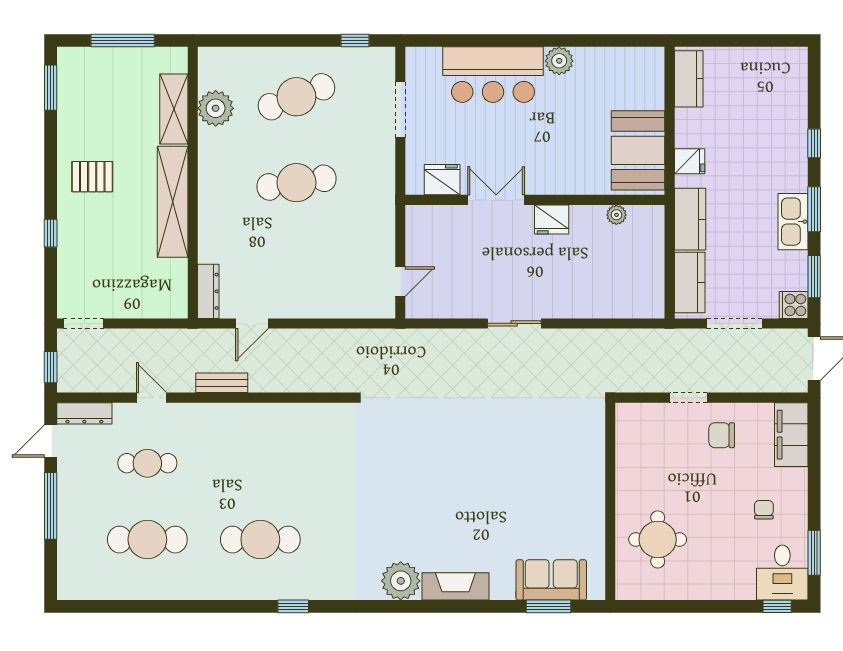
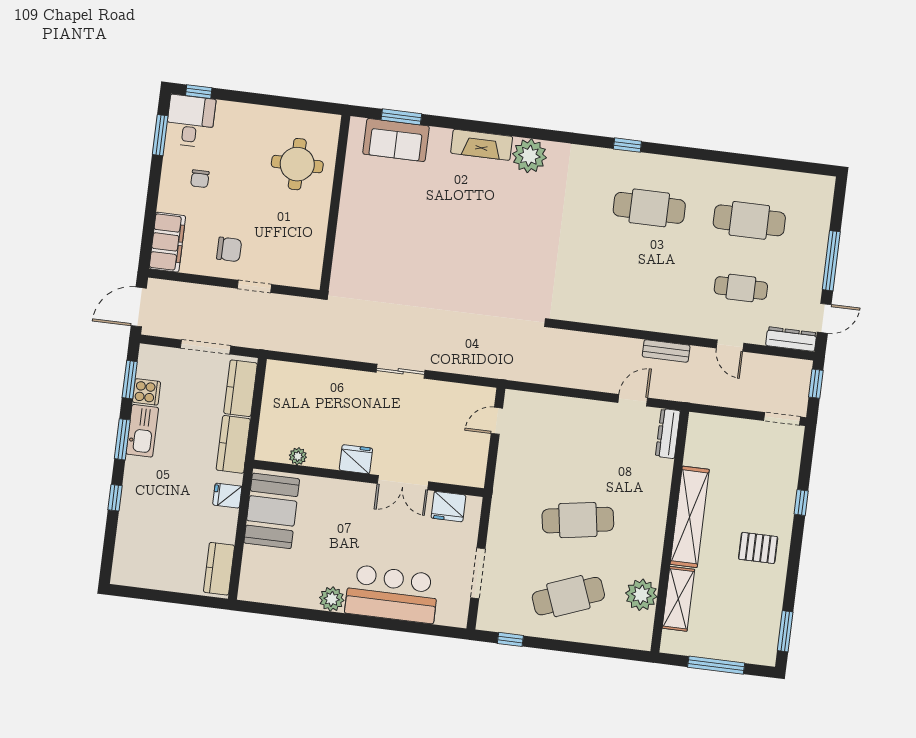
cooker: (794, 305) -> (147, 392), moved

